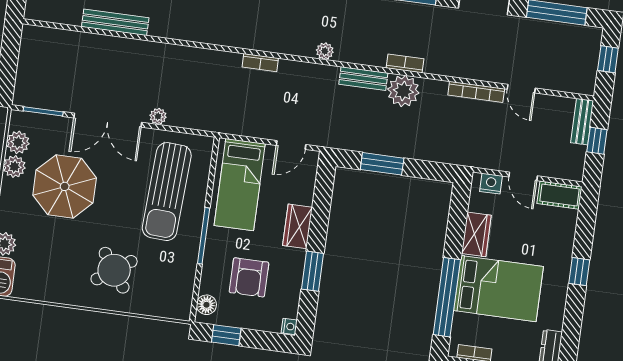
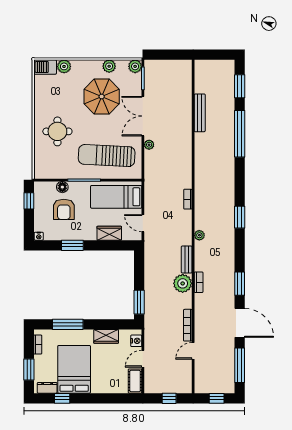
bench: (582, 122) -> (179, 388), removed
plant: (18, 142) -> (135, 66), moved
window: (382, 164) -> (139, 302), moved
wardrobe: (298, 226) -> (109, 233), moved
round table: (114, 270) -> (57, 131), turned 35
window: (579, 272) -> (62, 398), moved
armchair: (249, 277) -> (64, 209), turned -90
bed: (499, 289) -> (74, 369), moved, turned 180
window: (447, 297) -> (68, 324), width x0.68
floor lamp: (206, 305) -> (62, 187), moved

